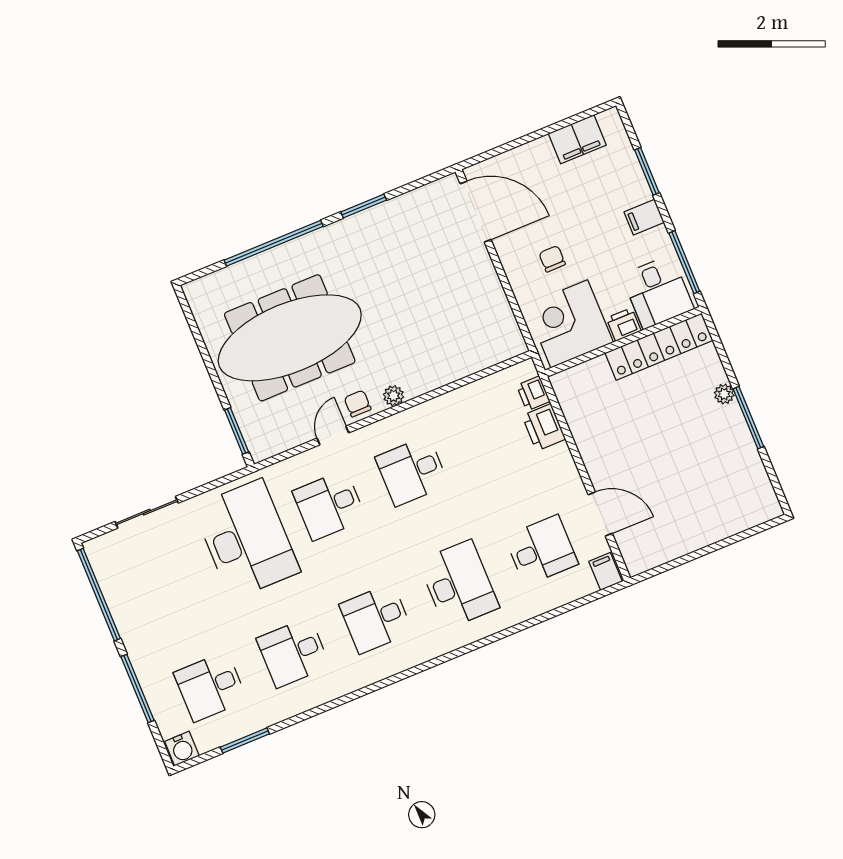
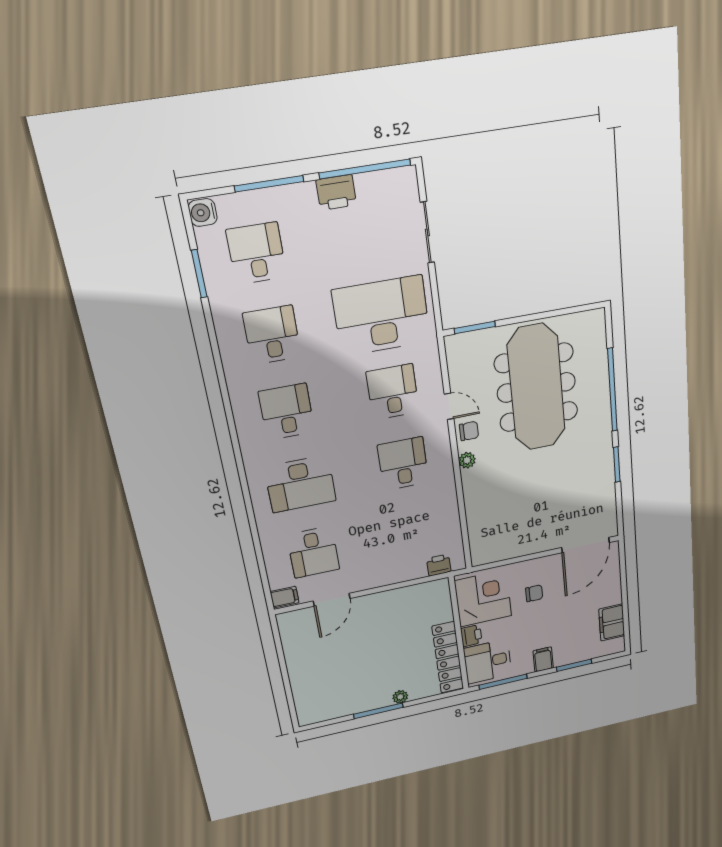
printer: (544, 427) -> (336, 192), moved, turned 180
desk: (247, 539) -> (382, 316), turned 180

